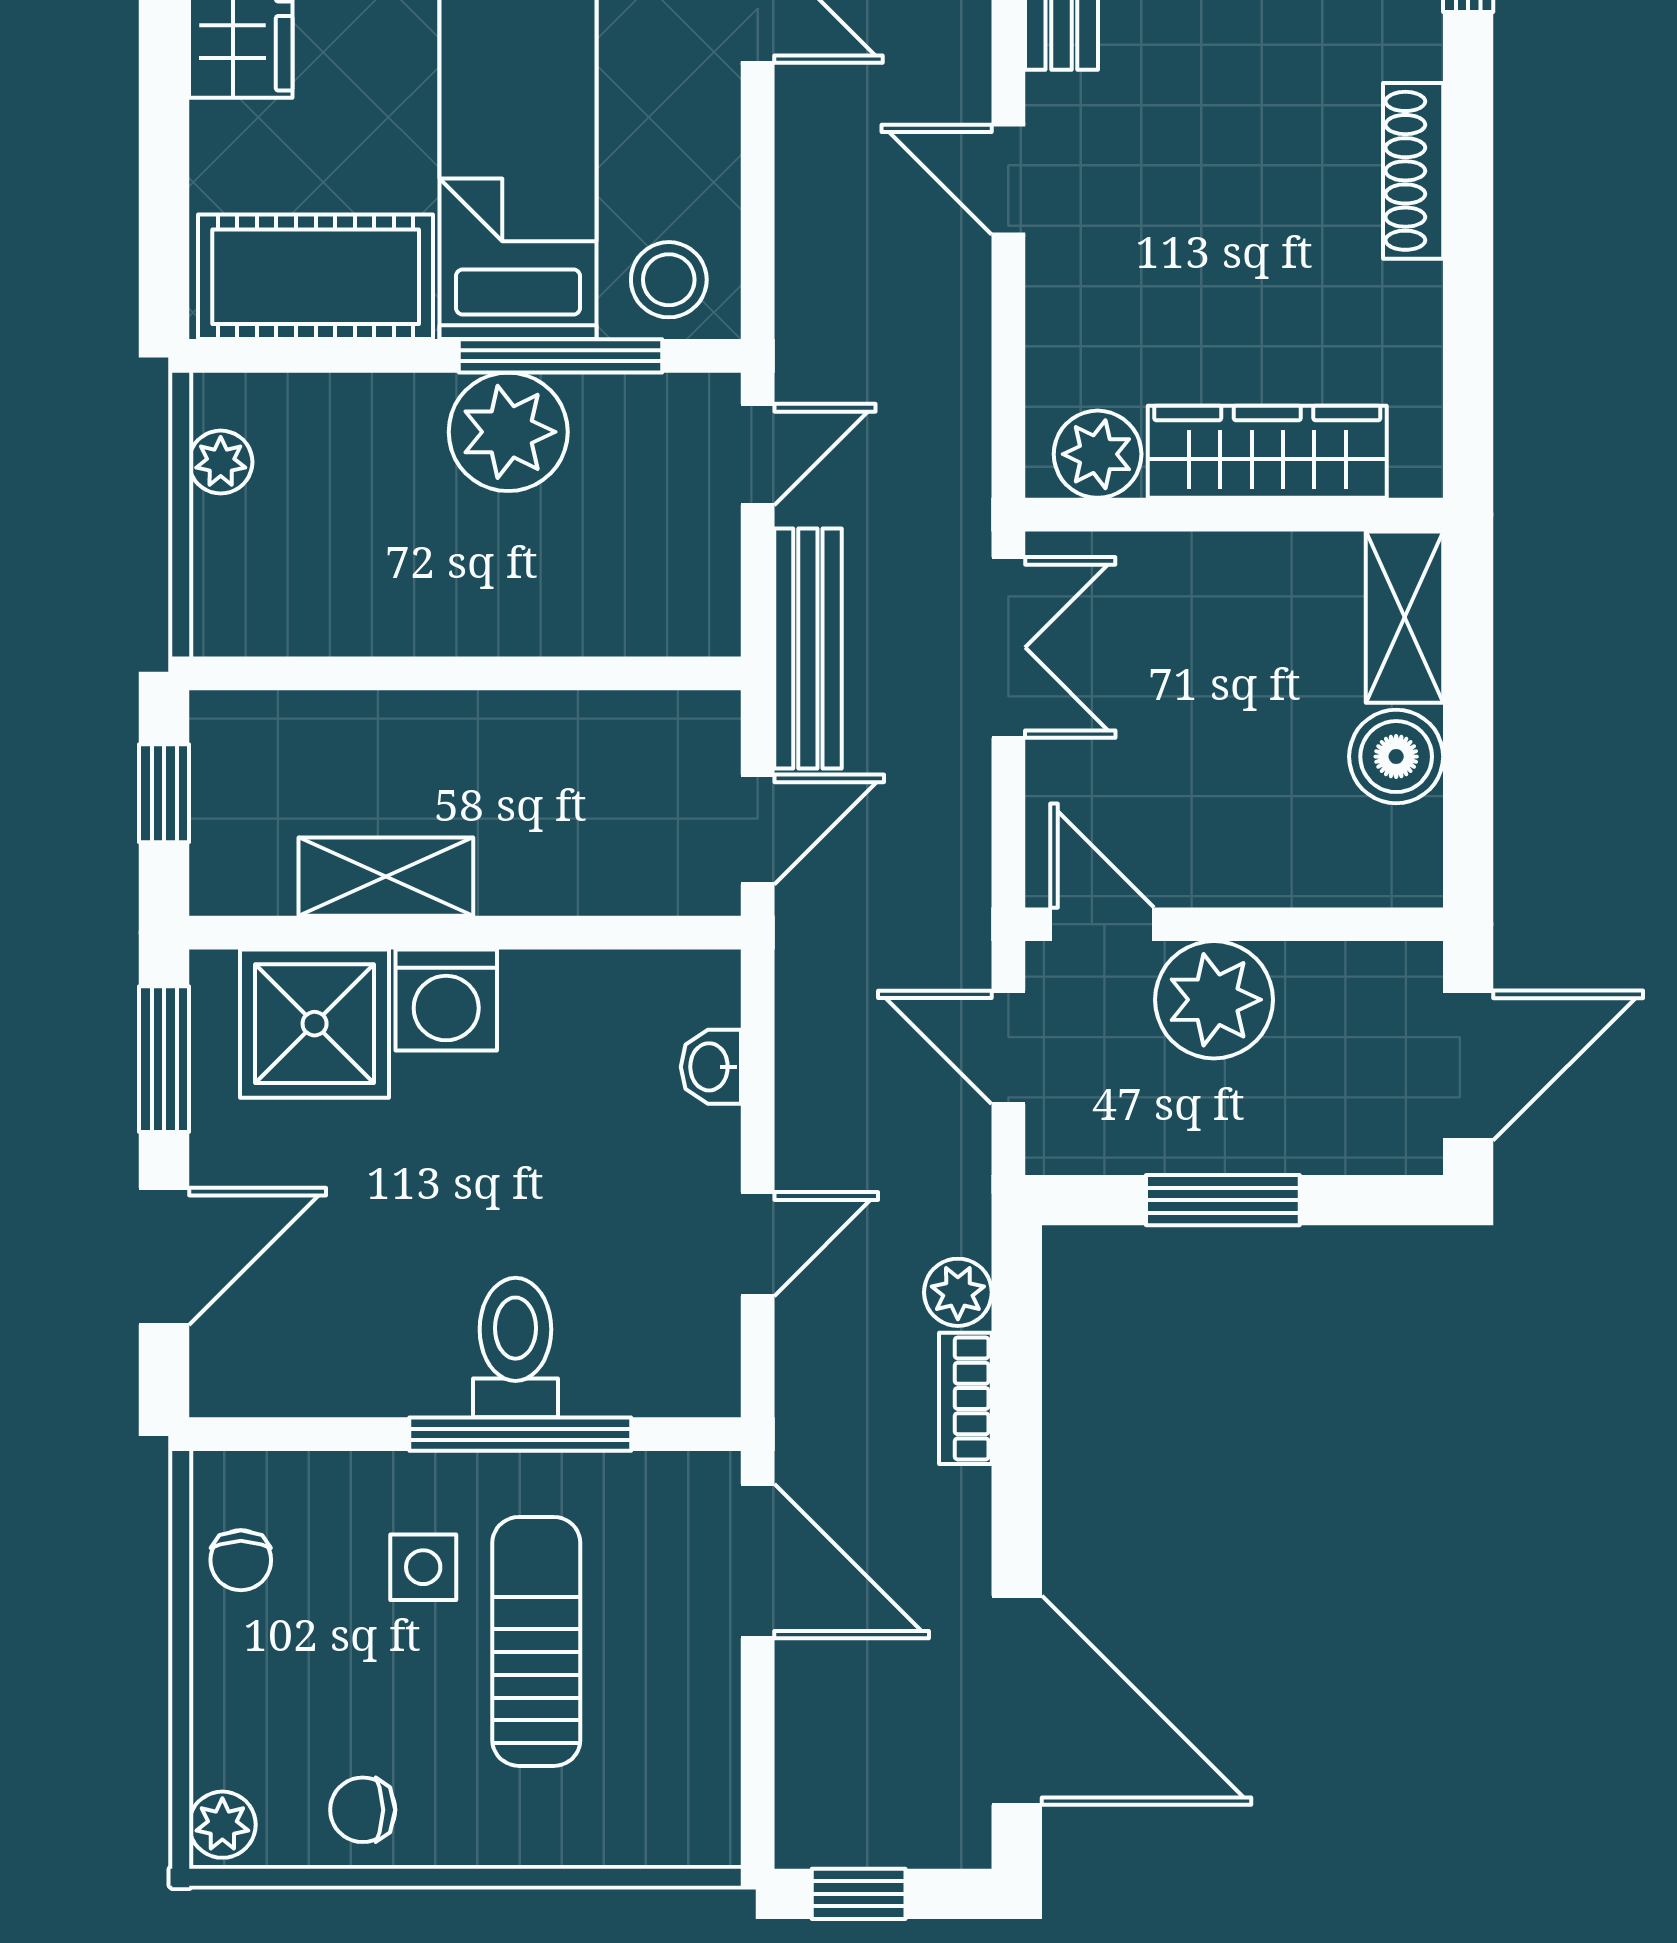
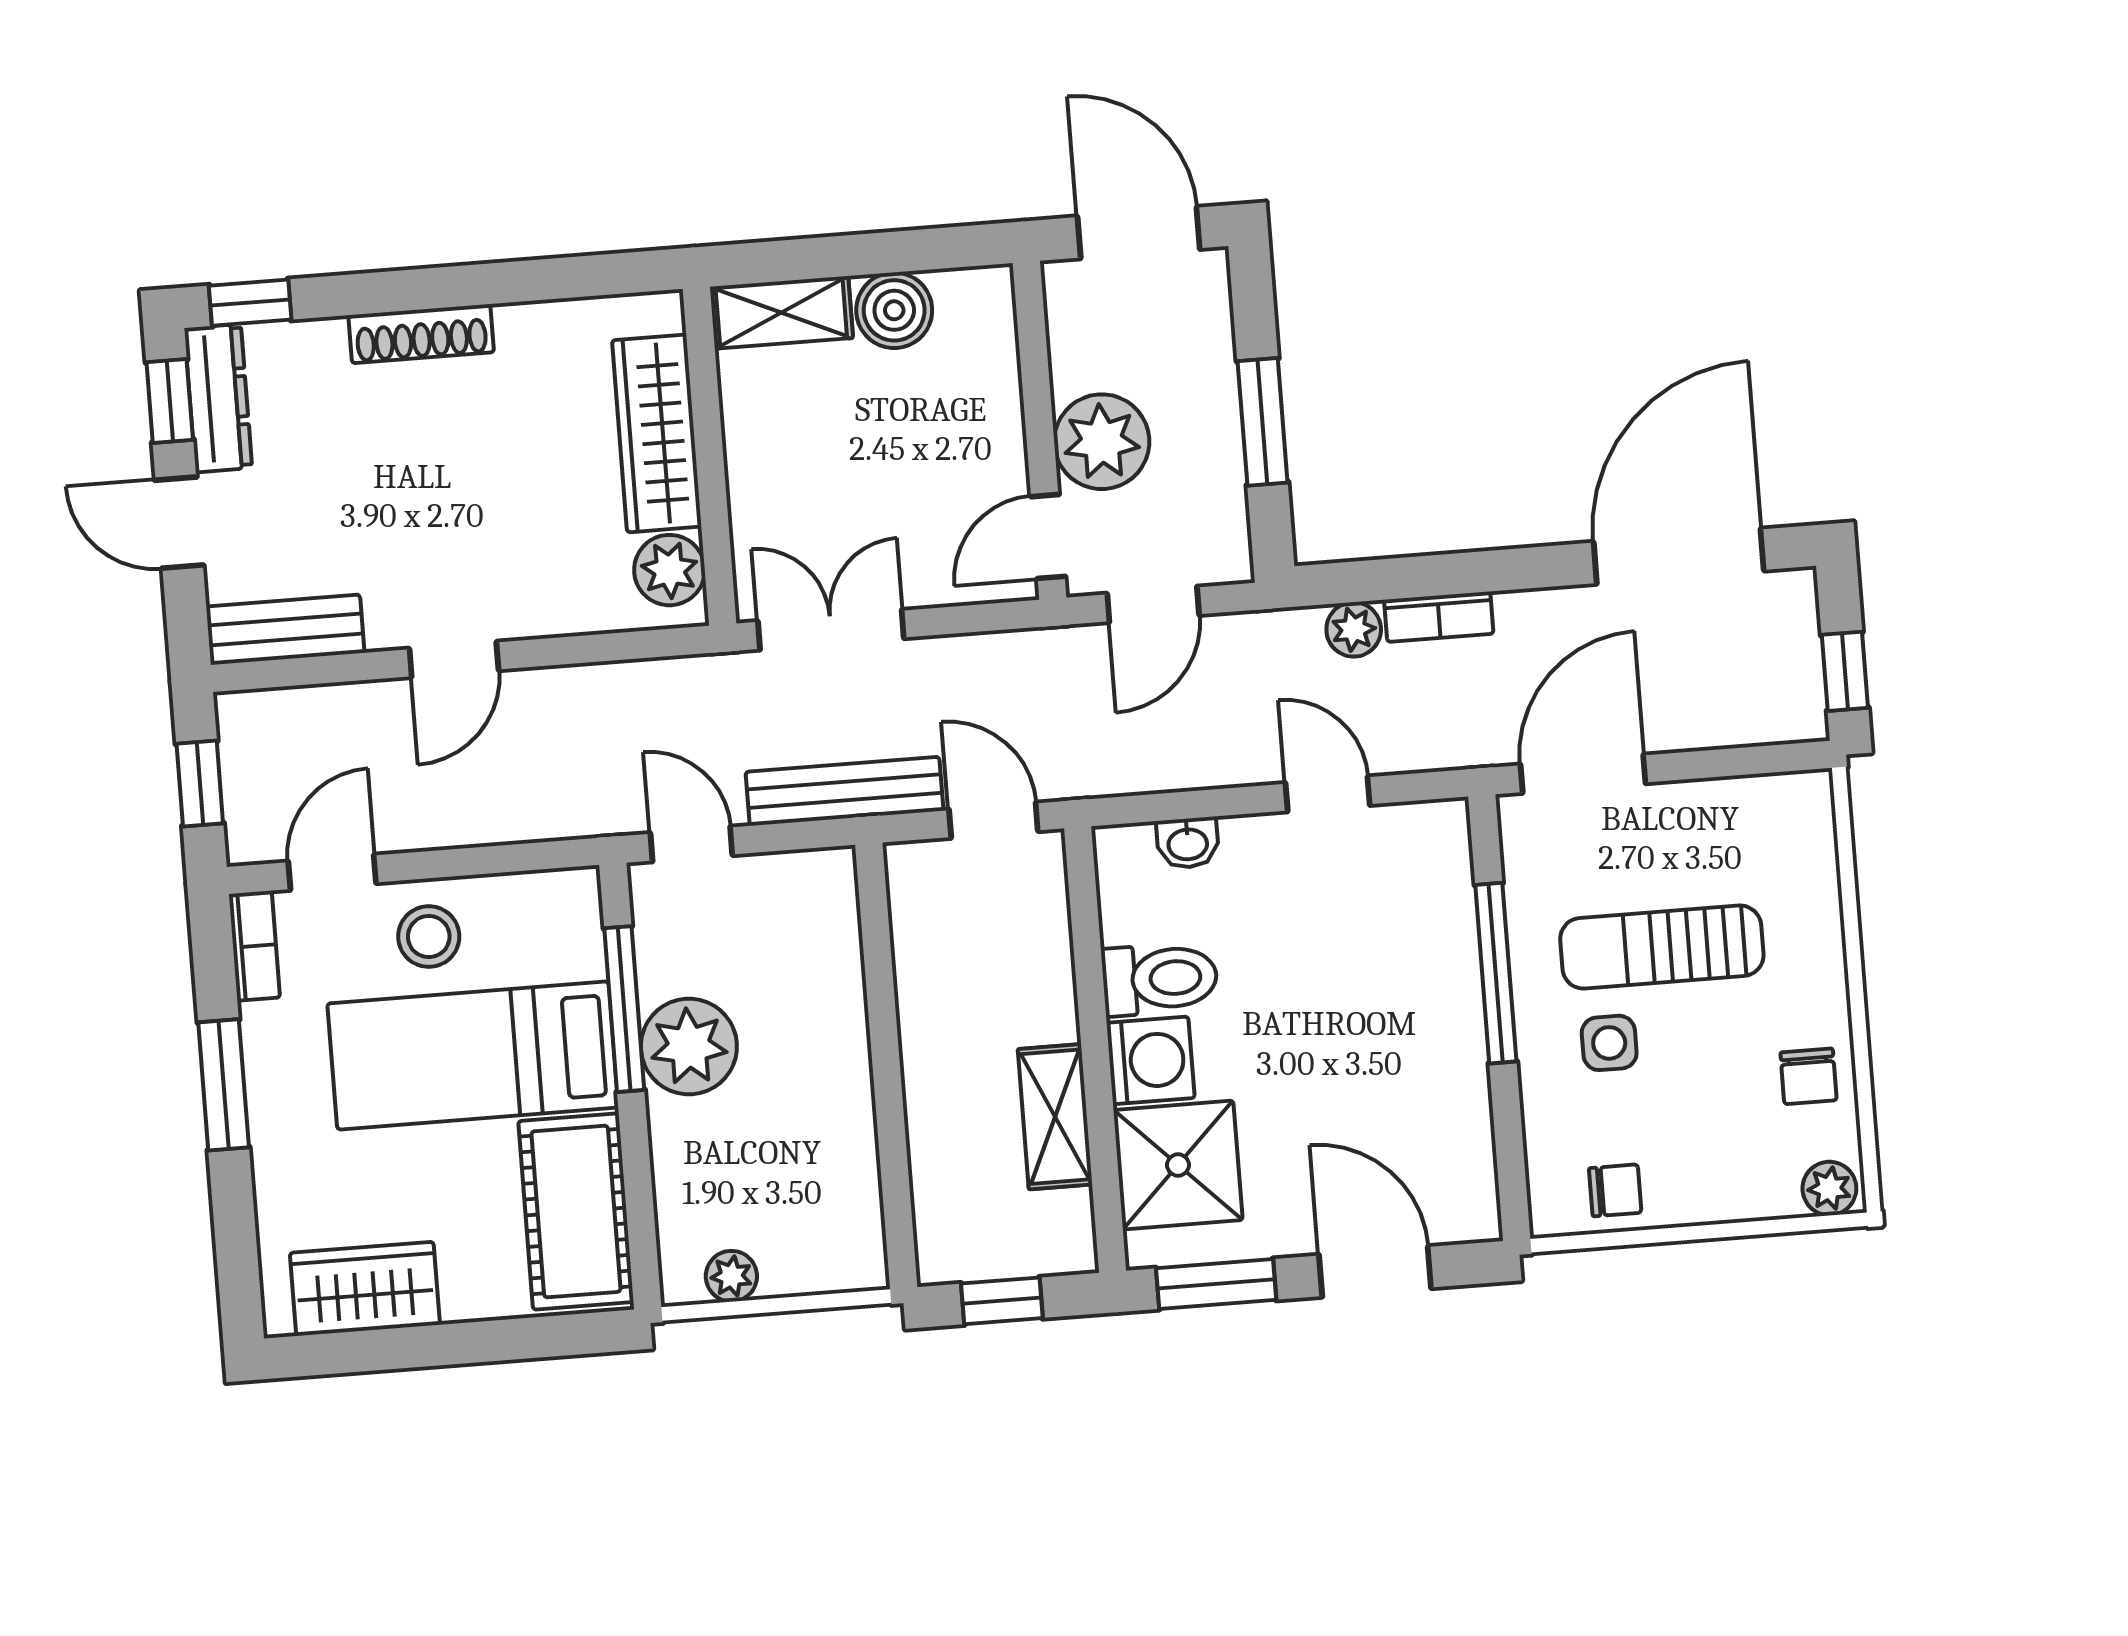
stool: (669, 280) -> (429, 937), moved
toilet: (515, 1348) -> (1160, 979), moved, turned 180

